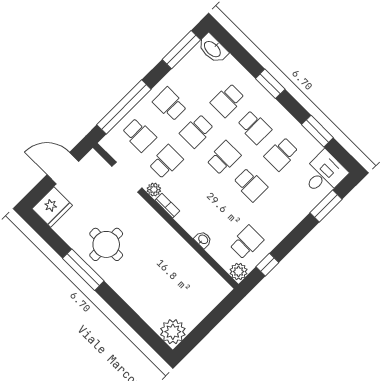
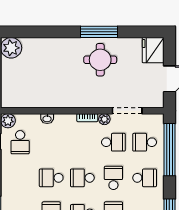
school desk: (224, 158) -> (82, 178), turned 90
school desk: (166, 162) -> (113, 142), turned -90

